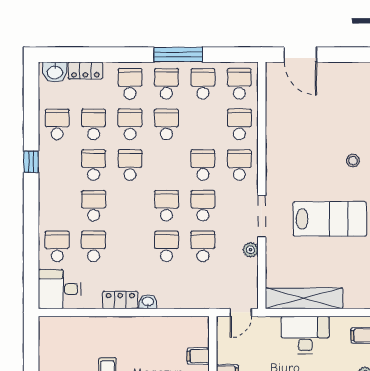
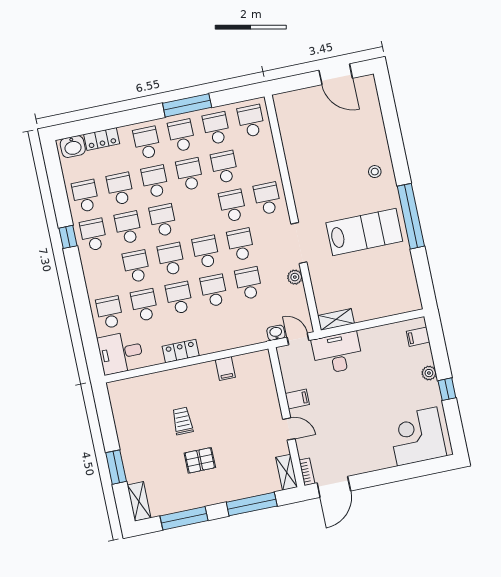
door: (300, 55) -> (336, 74), moved
school desk: (239, 124) -> (224, 167), moved
school desk: (57, 165) -> (93, 235), added
school desk: (130, 206) -> (171, 259), added
school desk: (130, 246) -> (179, 298), added
shelving: (304, 298) -> (336, 319), width x0.45, depth x0.75
washbasin: (148, 302) -> (276, 333), moved
door: (241, 312) -> (298, 339), swing flipped
desk: (305, 335) -> (337, 353), moved
filing cabinet: (198, 356) -> (225, 369), moved, turned -90

